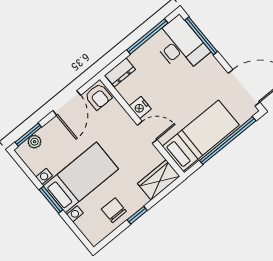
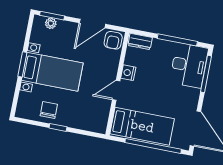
door: (147, 132) -> (116, 90), swing flipped
wardrobe: (159, 180) -> (92, 123), removed

